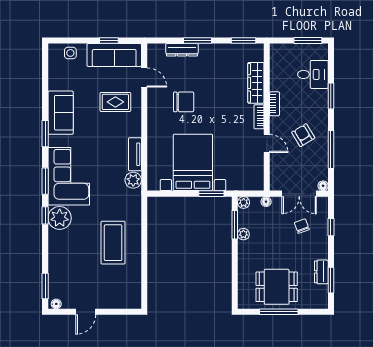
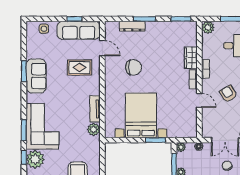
plant: (278, 51) -> (208, 27), added
wardrobe: (256, 83) -> (191, 58), width x0.67
window: (45, 134) -> (24, 71), moved

